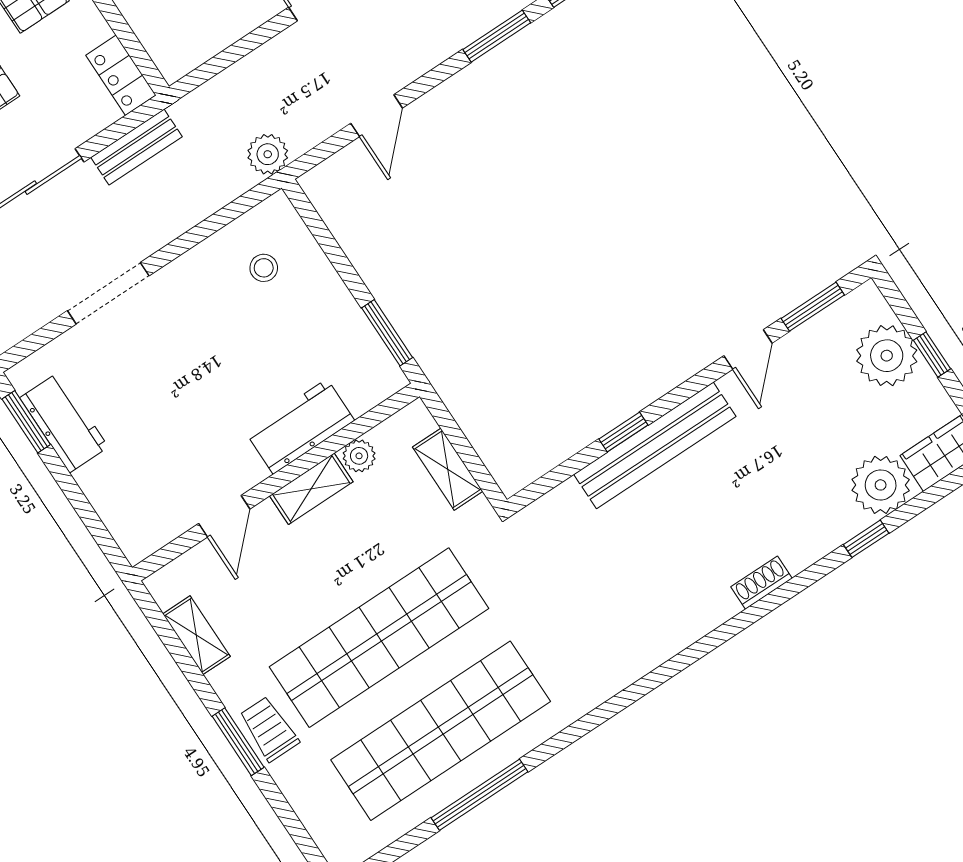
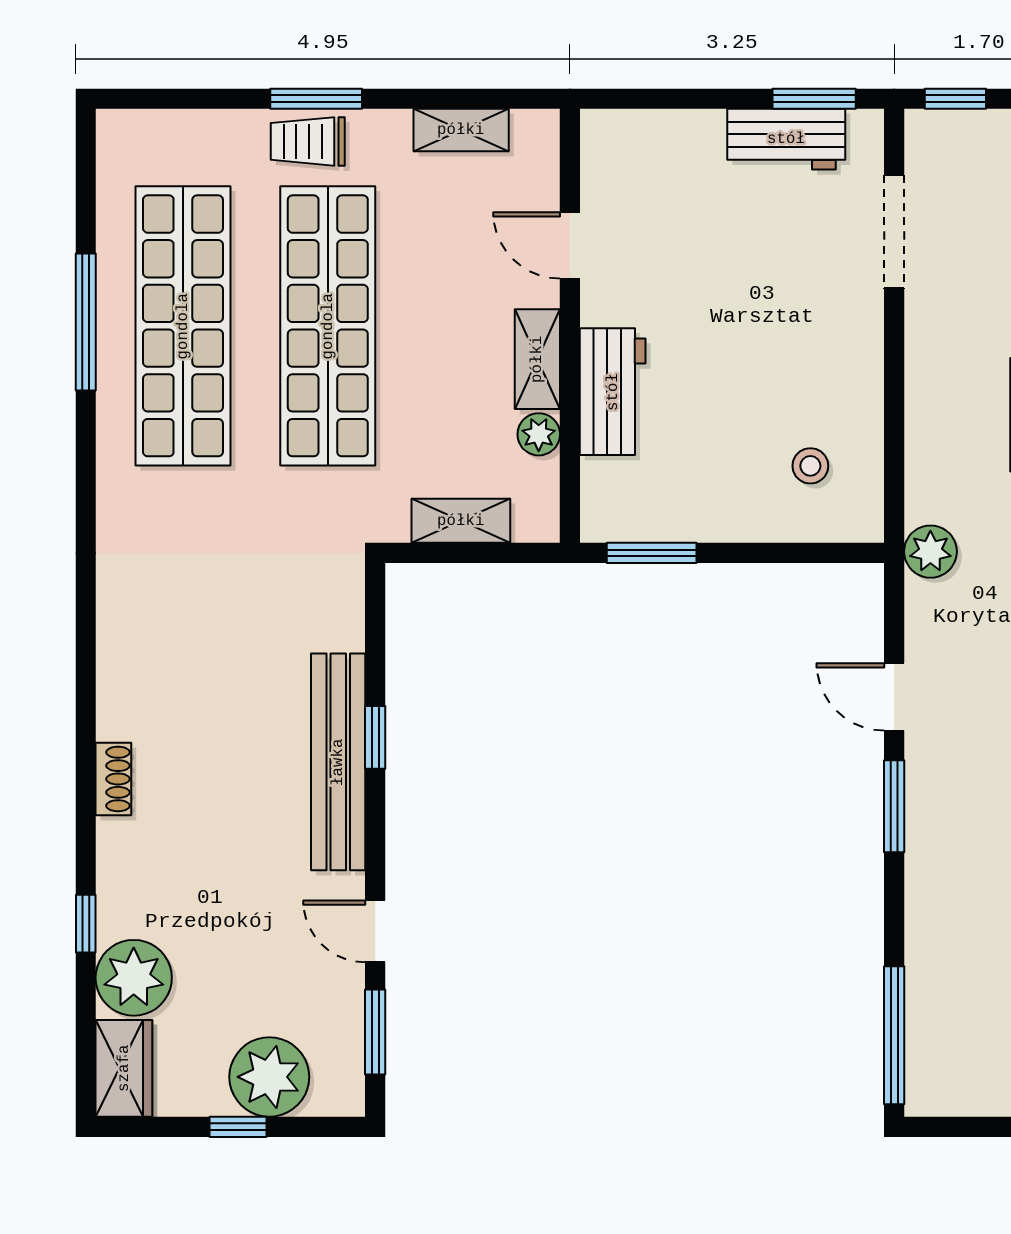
window: (497, 36) -> (894, 806), moved
doorway: (108, 293) -> (894, 232), moved
trolley: (269, 729) -> (308, 141), turned 180

